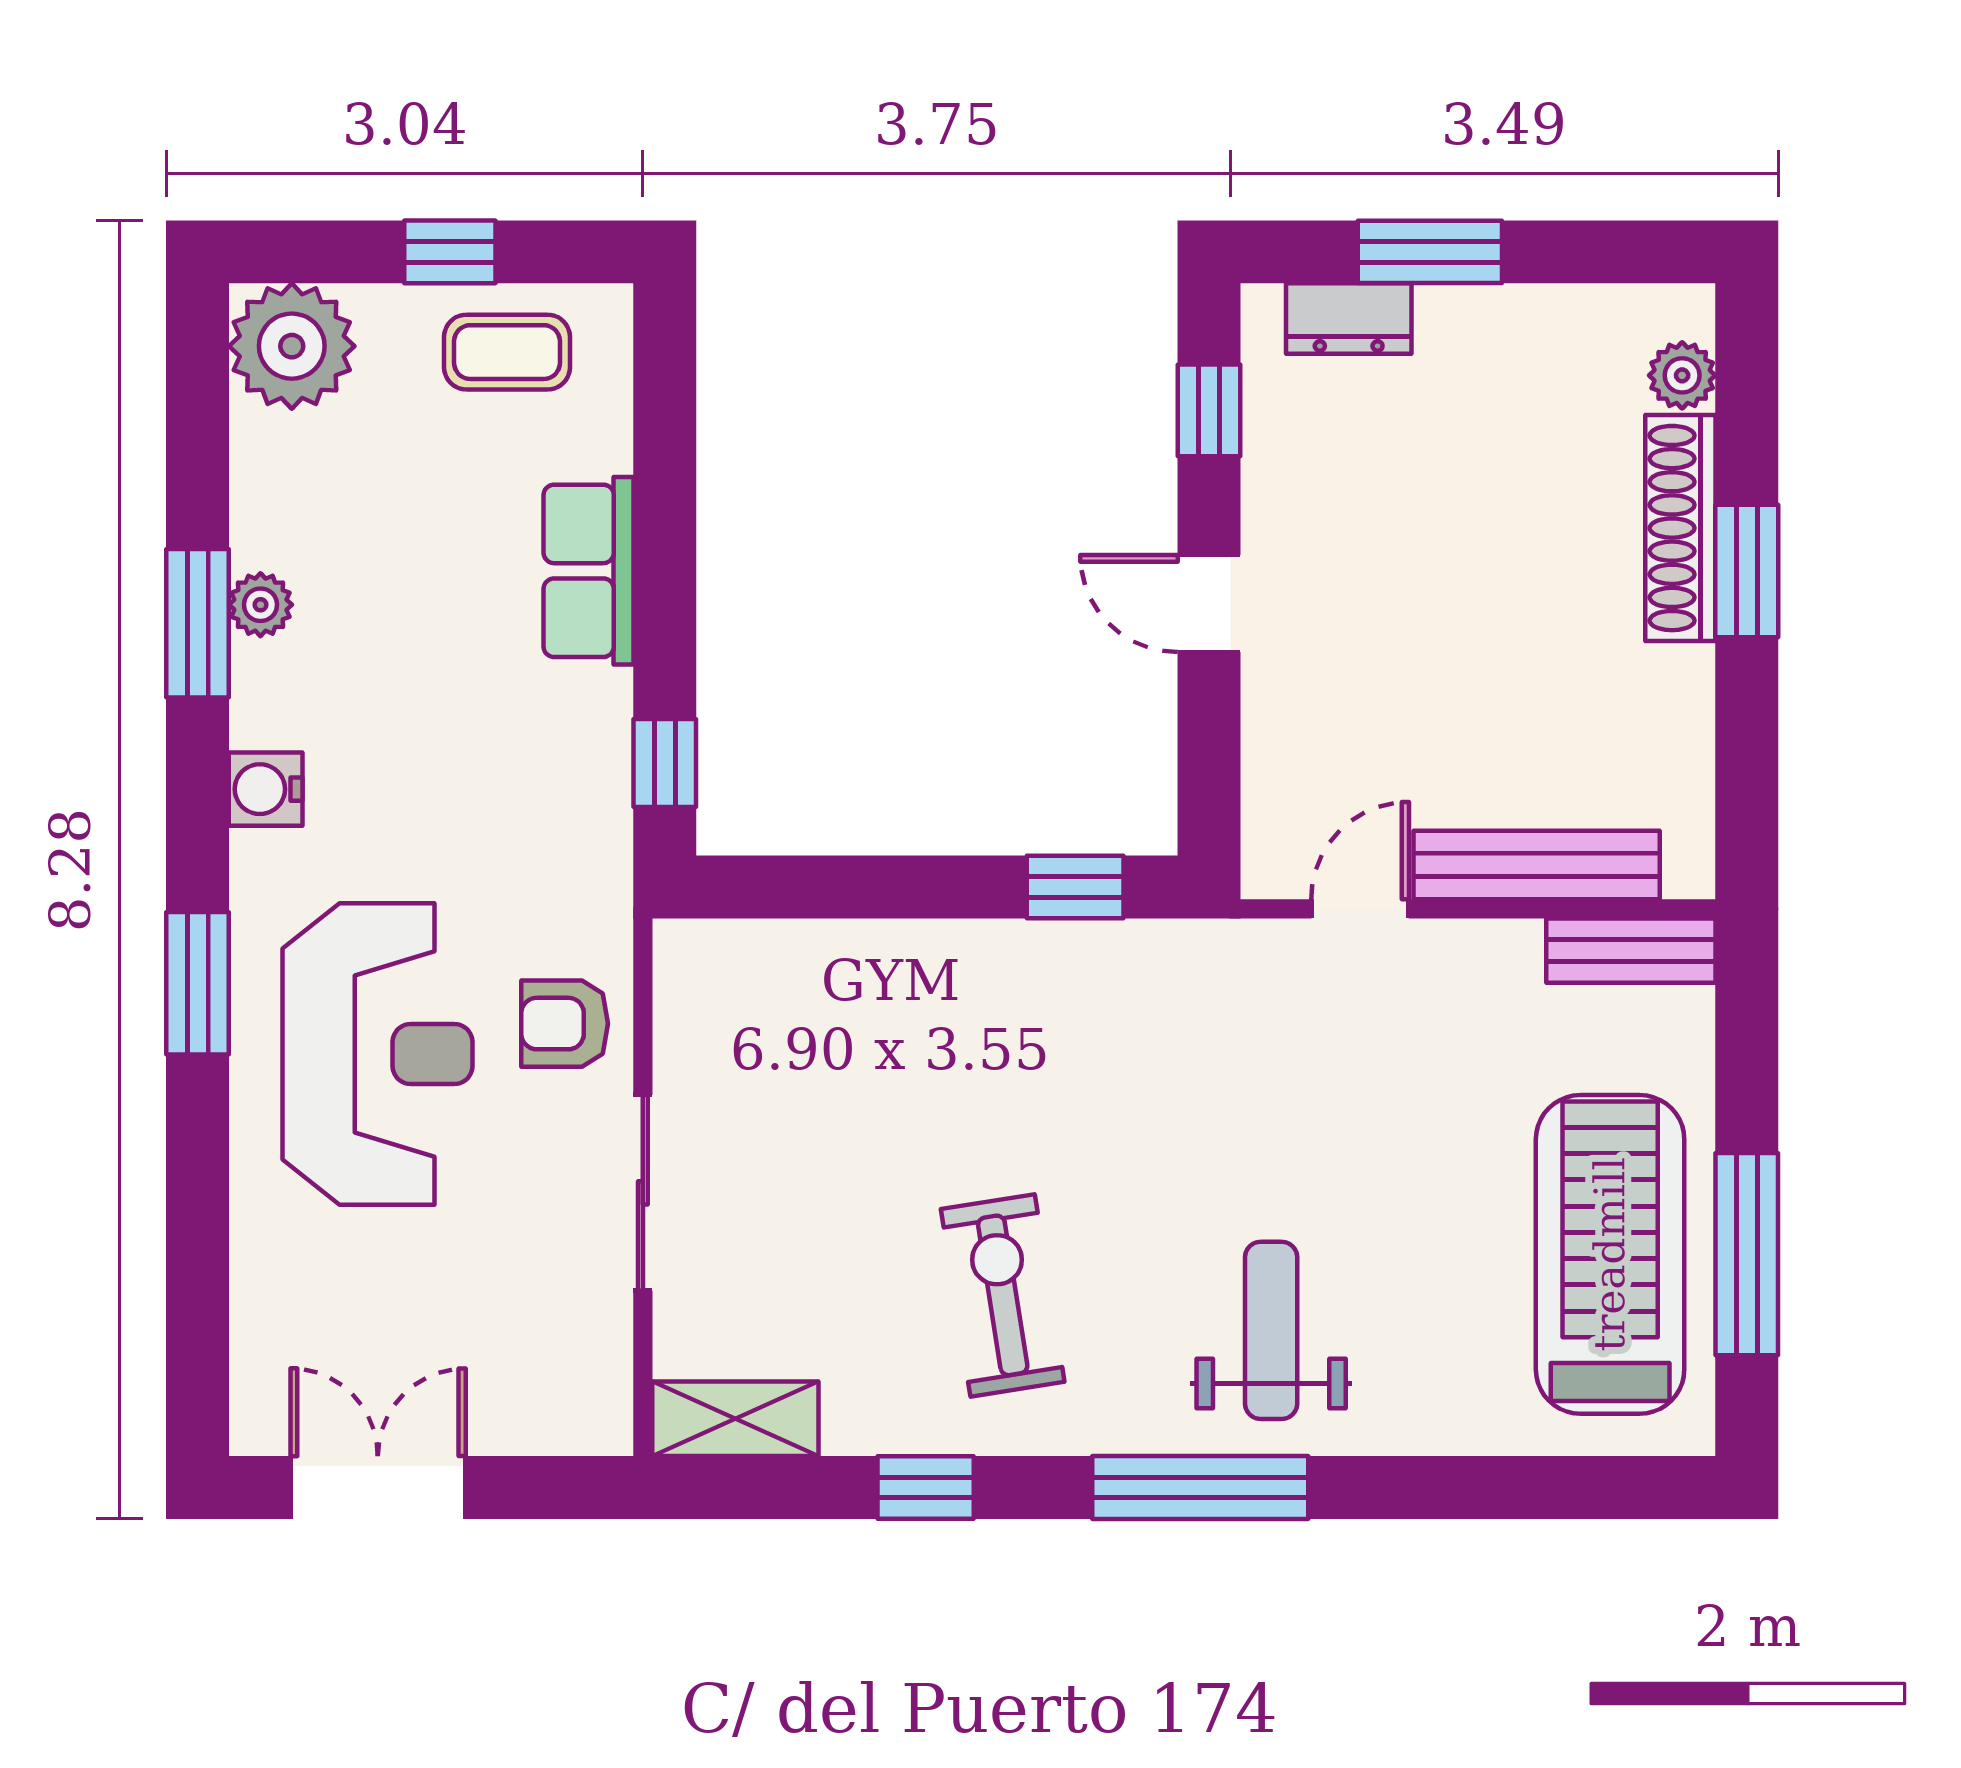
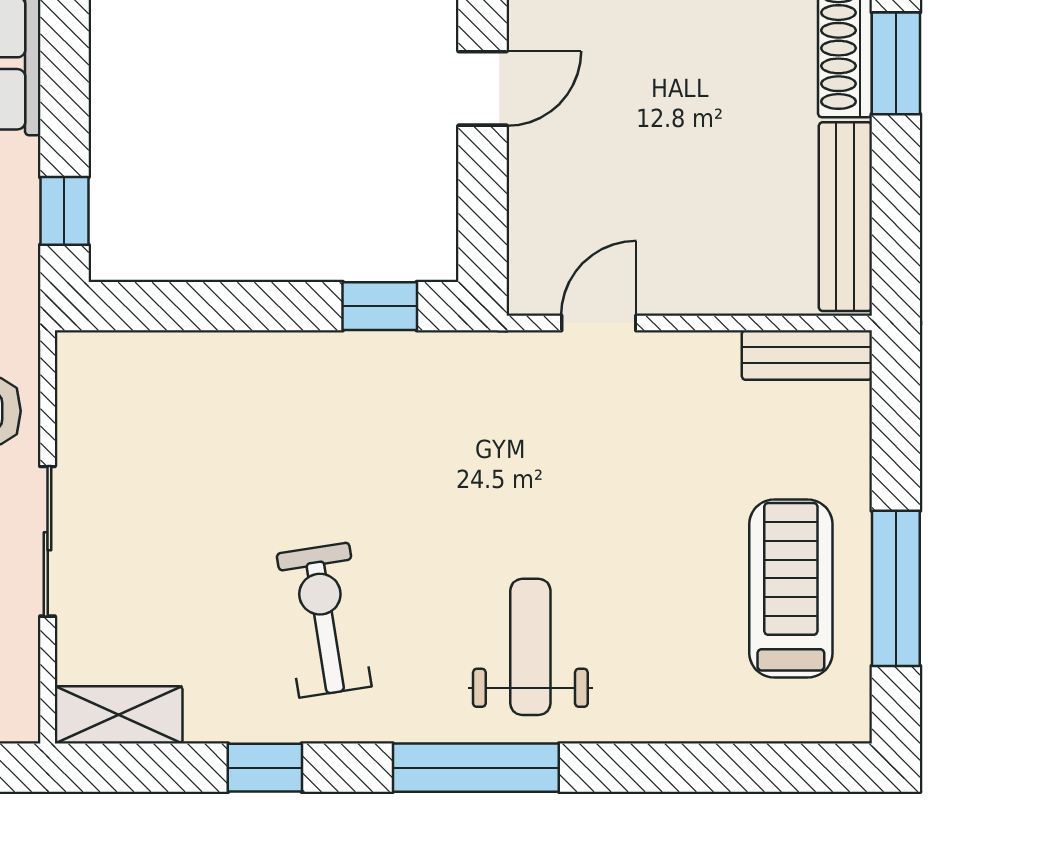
door: (1209, 604) -> (483, 88), swing flipped
bench: (1537, 865) -> (845, 217), moved, turned 90
treadmill: (1610, 1254) -> (791, 589), width x0.73, depth x0.73

